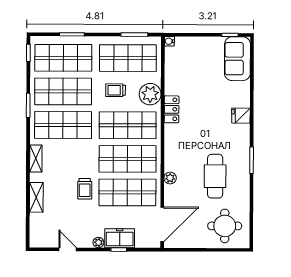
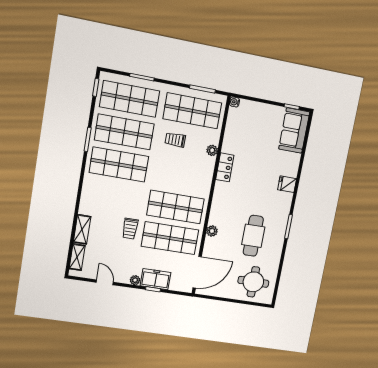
plant: (150, 94) -> (212, 150), width x0.53, depth x0.53
shop shelf: (128, 125) -> (181, 175), removed
shelving: (36, 159) -> (77, 257), moved

